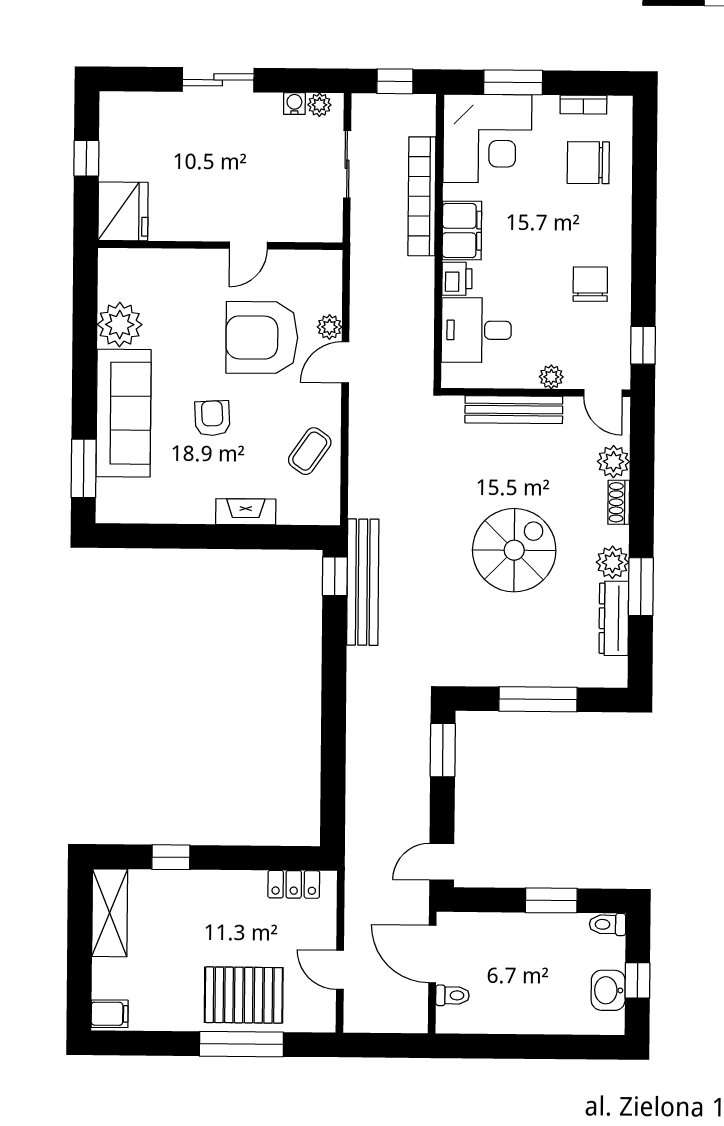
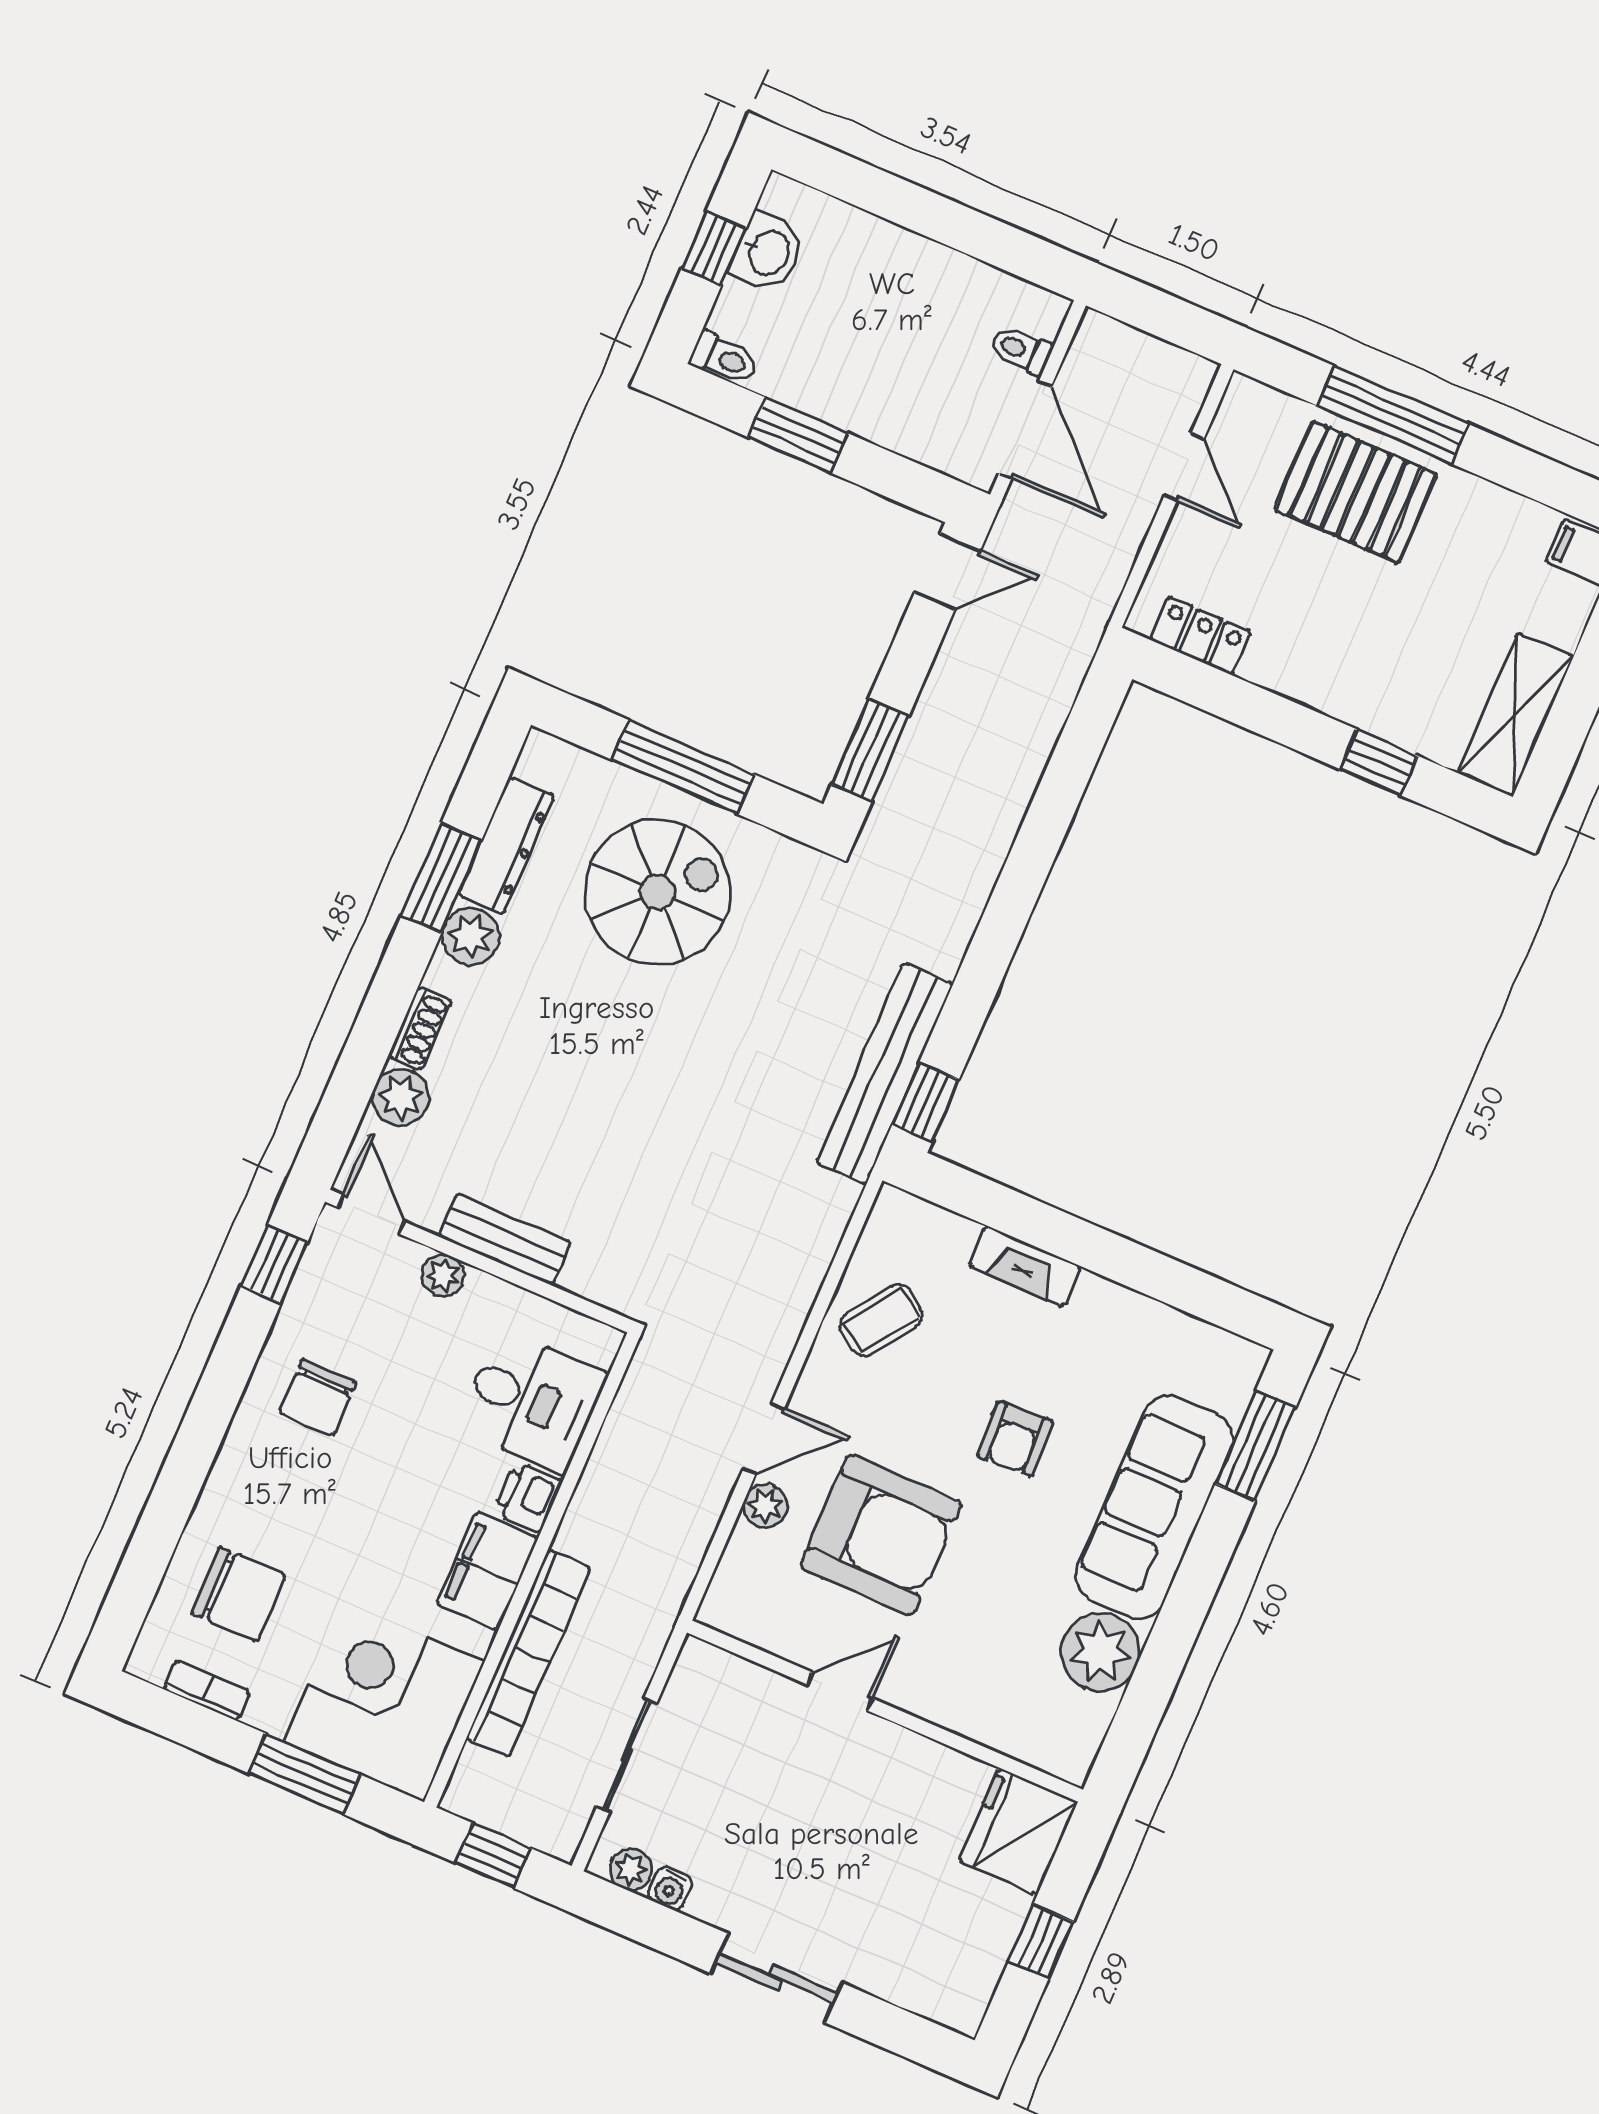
bench: (514, 410) -> (505, 1239), width x0.73
spiral stairs: (514, 550) -> (657, 892), moved, turned 180

